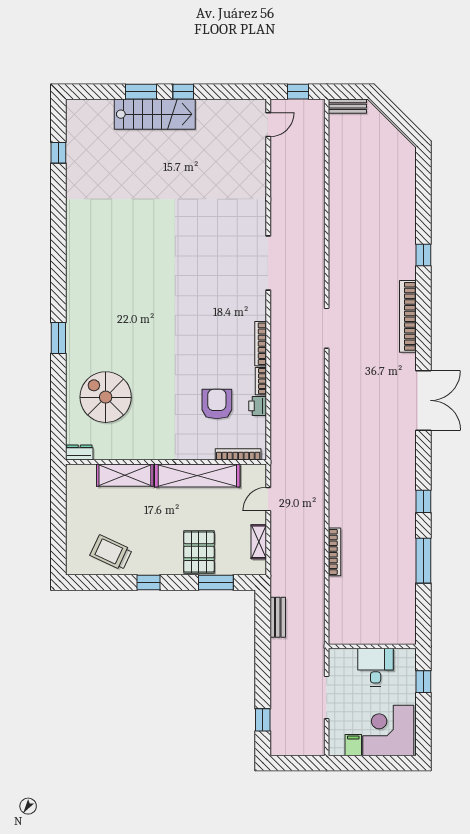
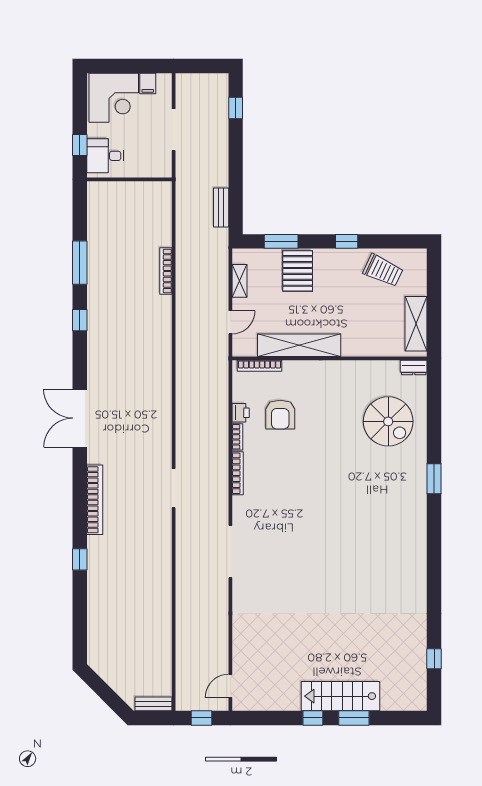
shelving: (125, 475) -> (416, 324), moved, turned 90
desk: (376, 667) -> (105, 156), moved, turned 90

